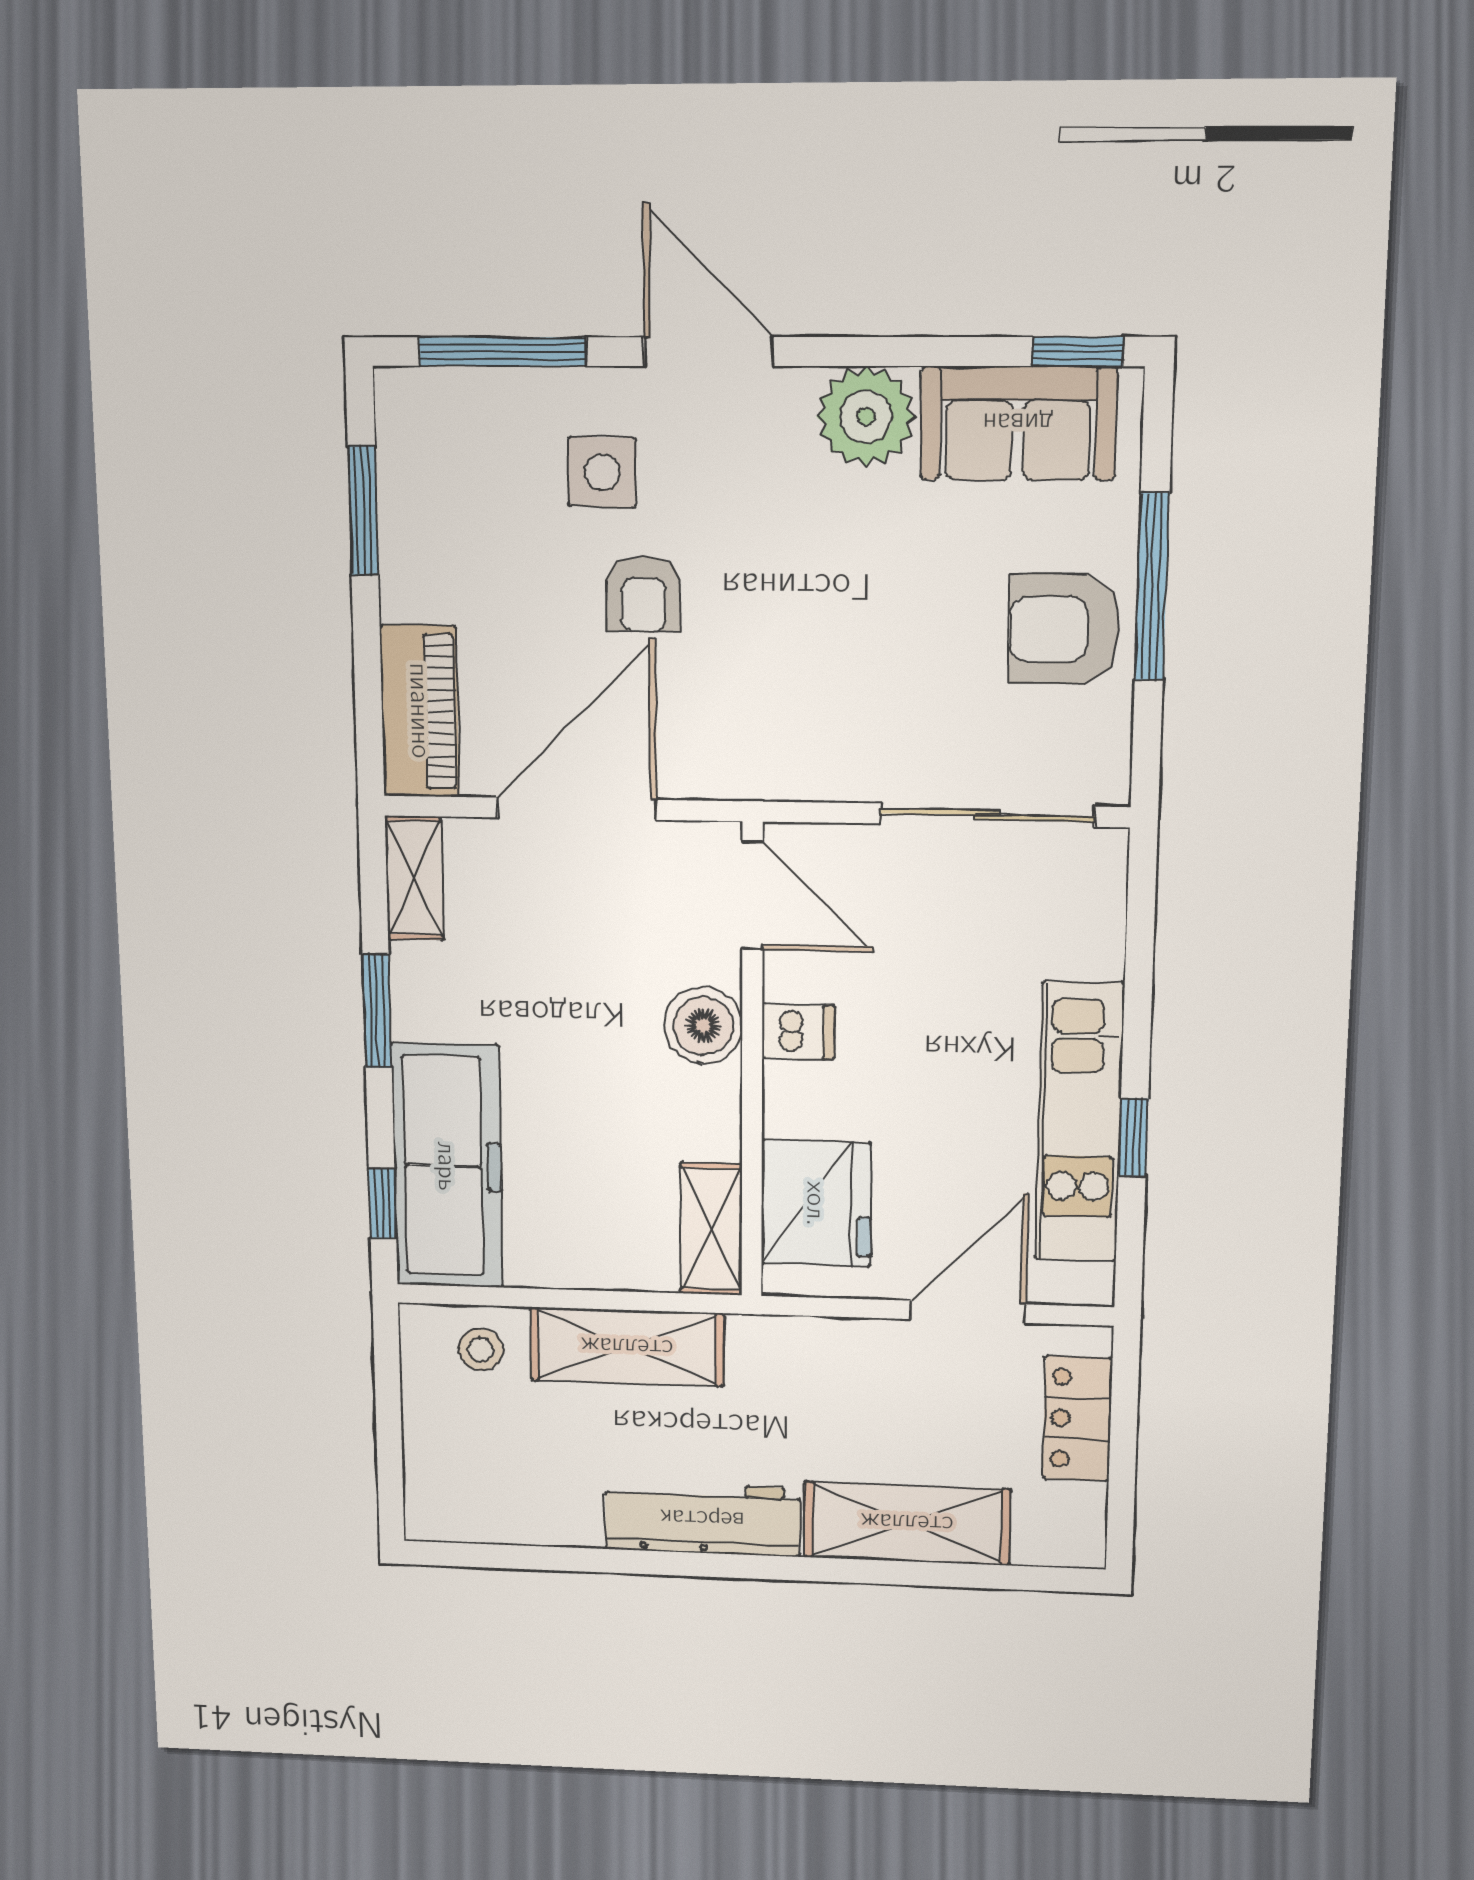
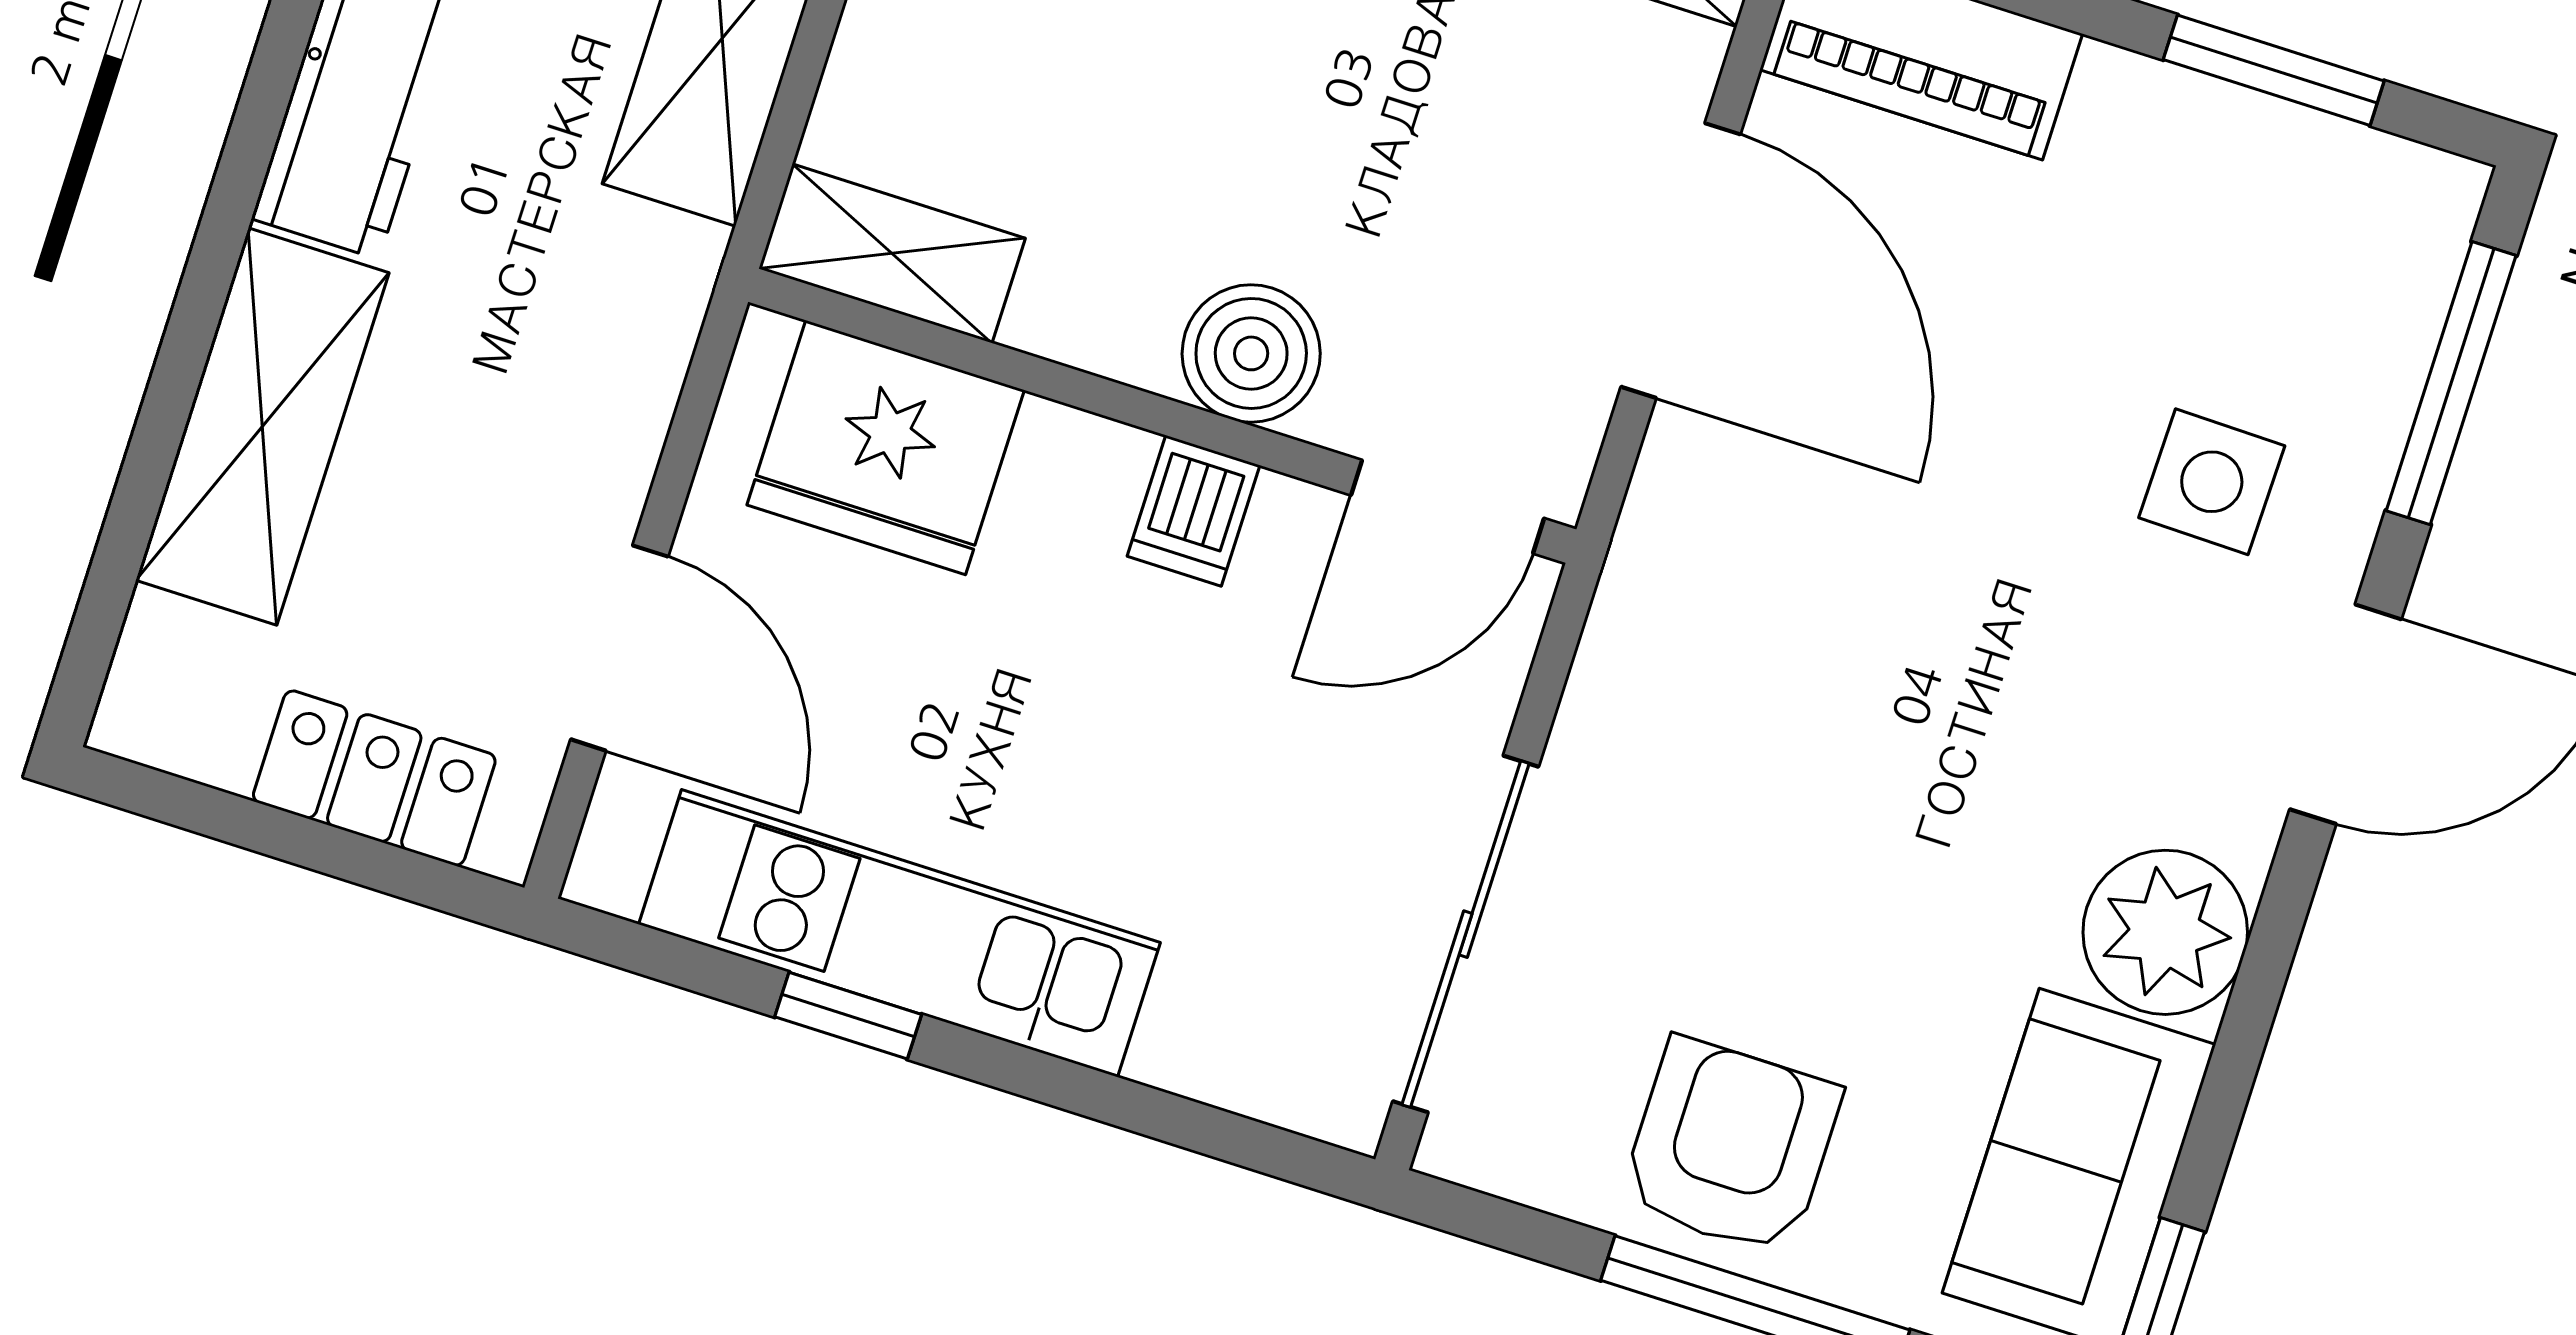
armchair: (643, 594) -> (1997, 485), removed

